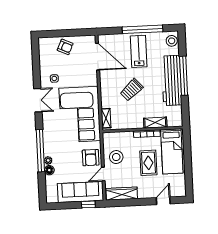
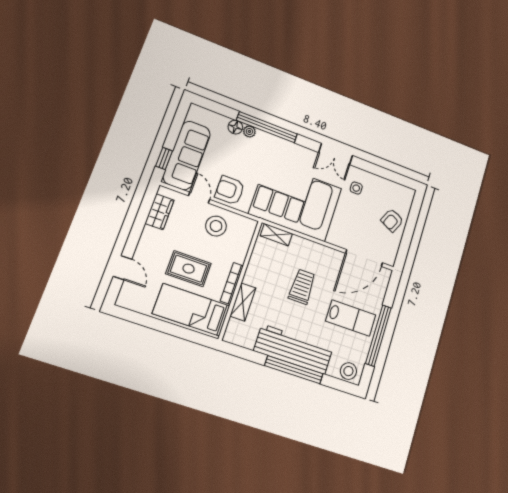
trolley: (132, 90) -> (302, 287), turned 42
wardrobe: (122, 194) -> (160, 212), width x0.67

